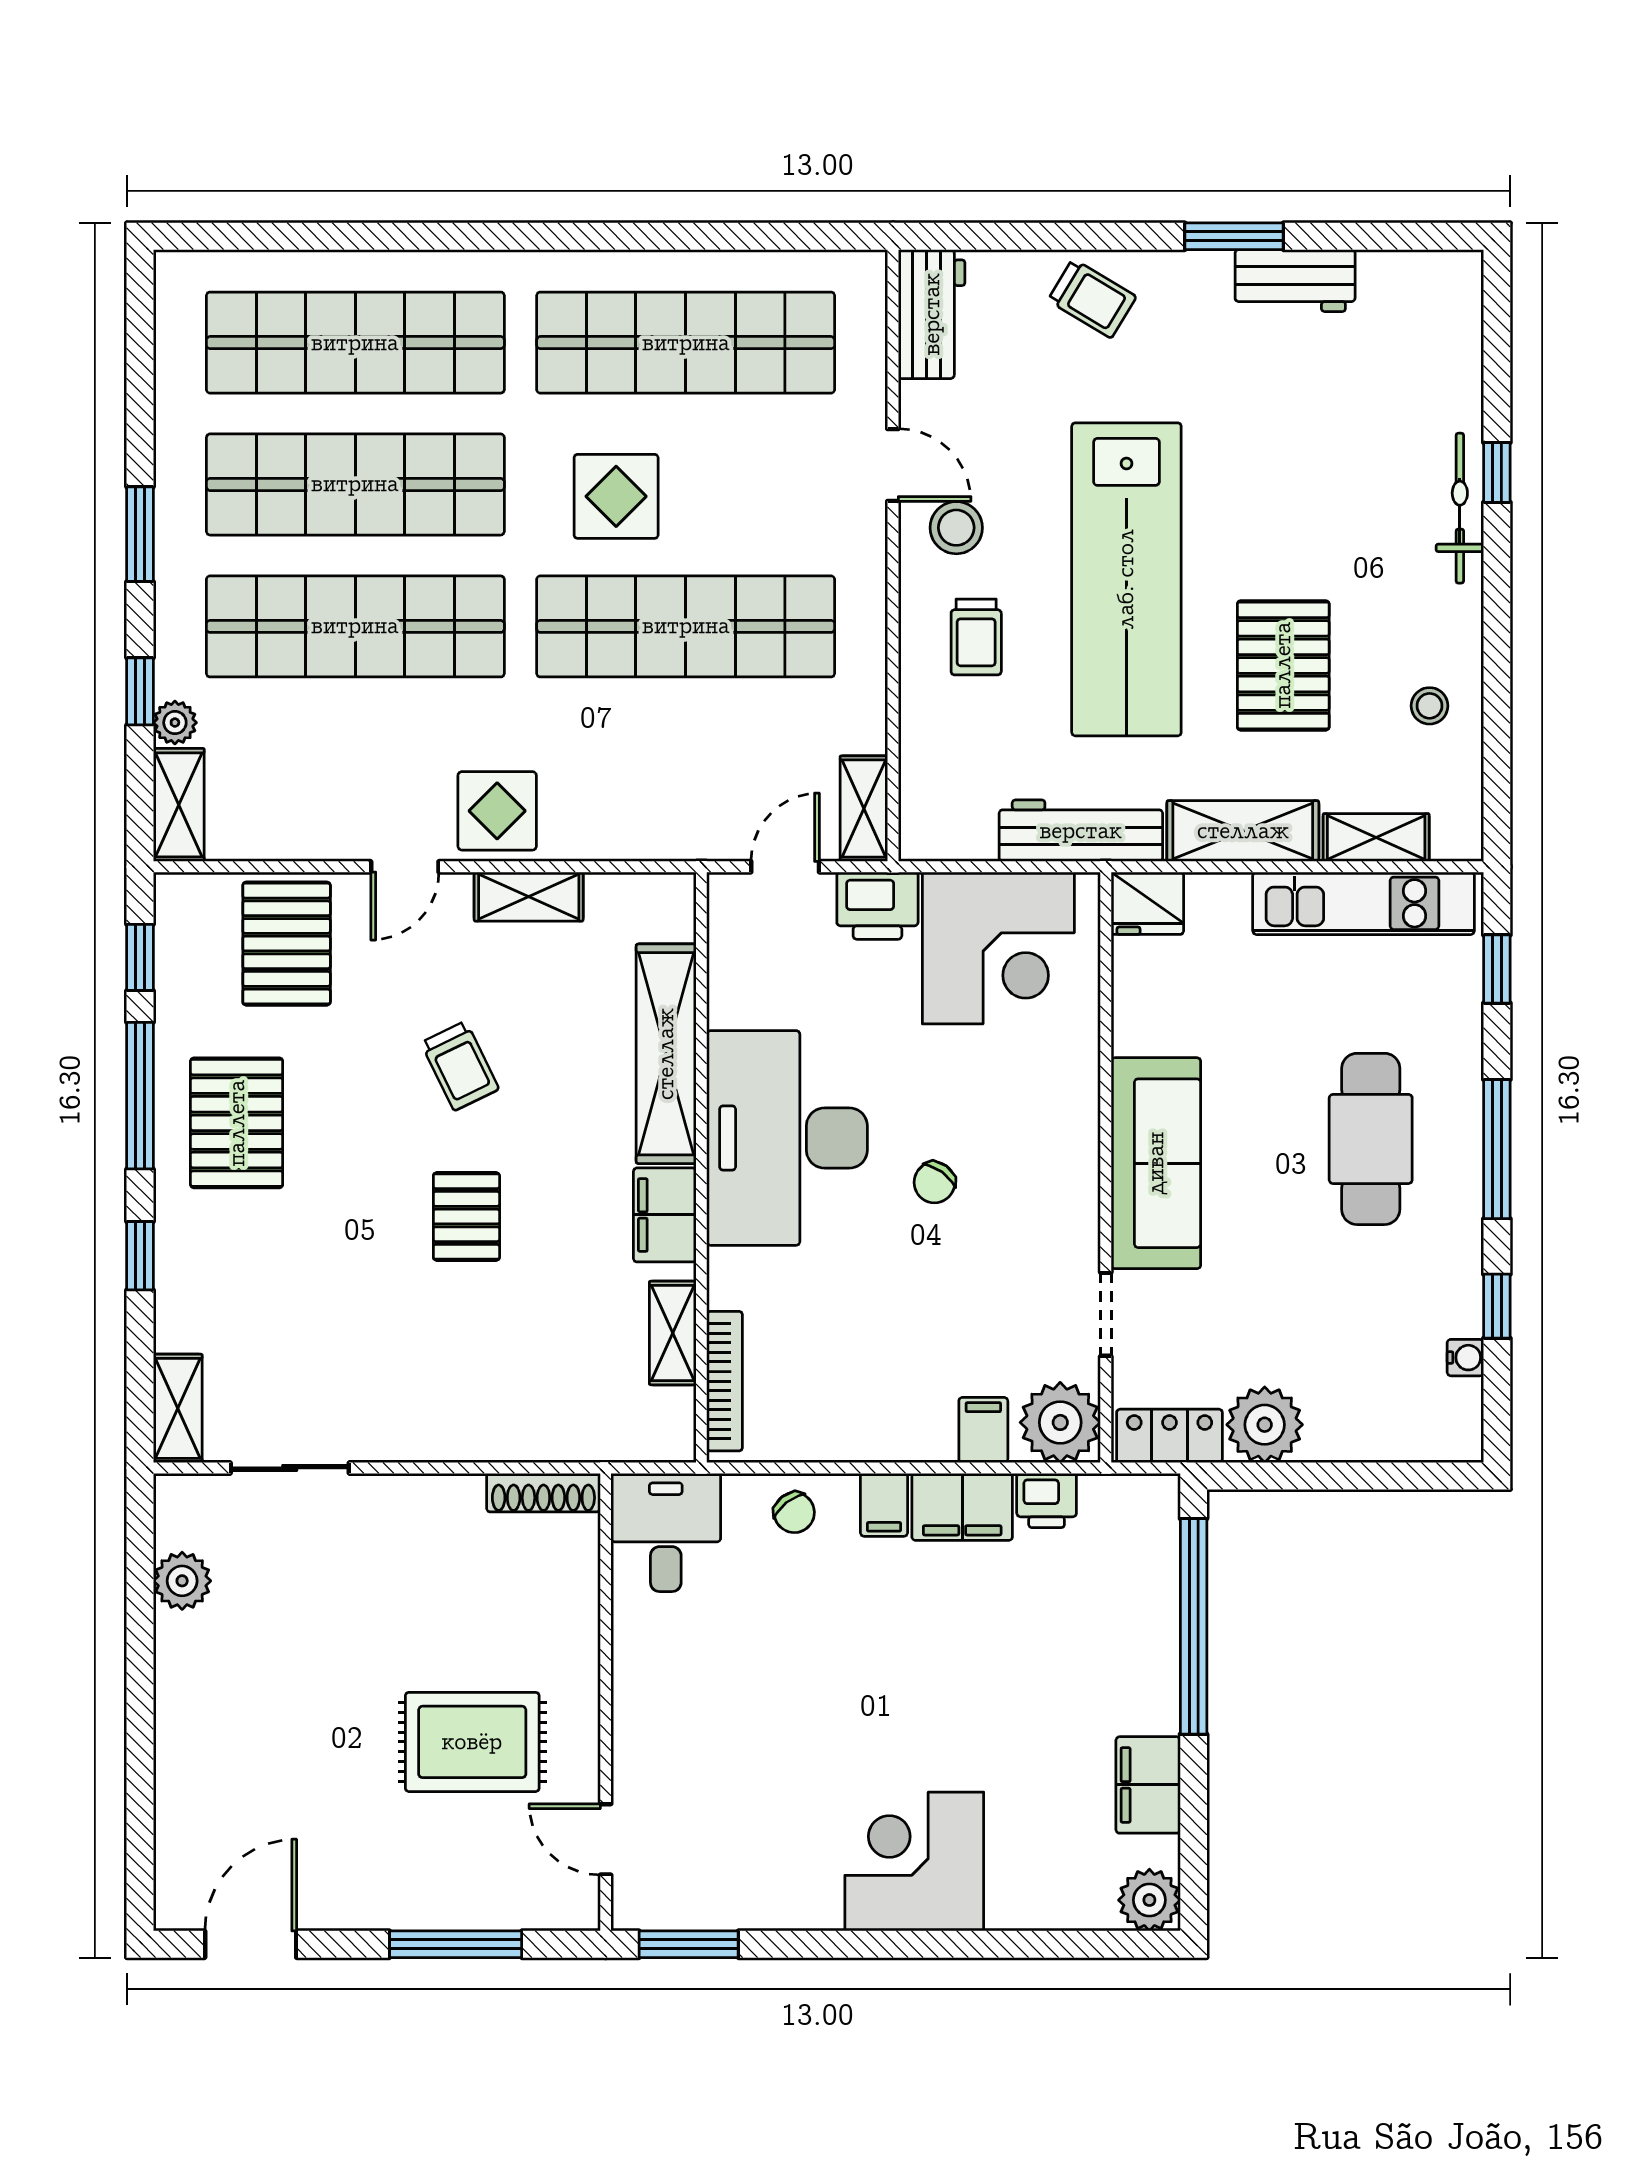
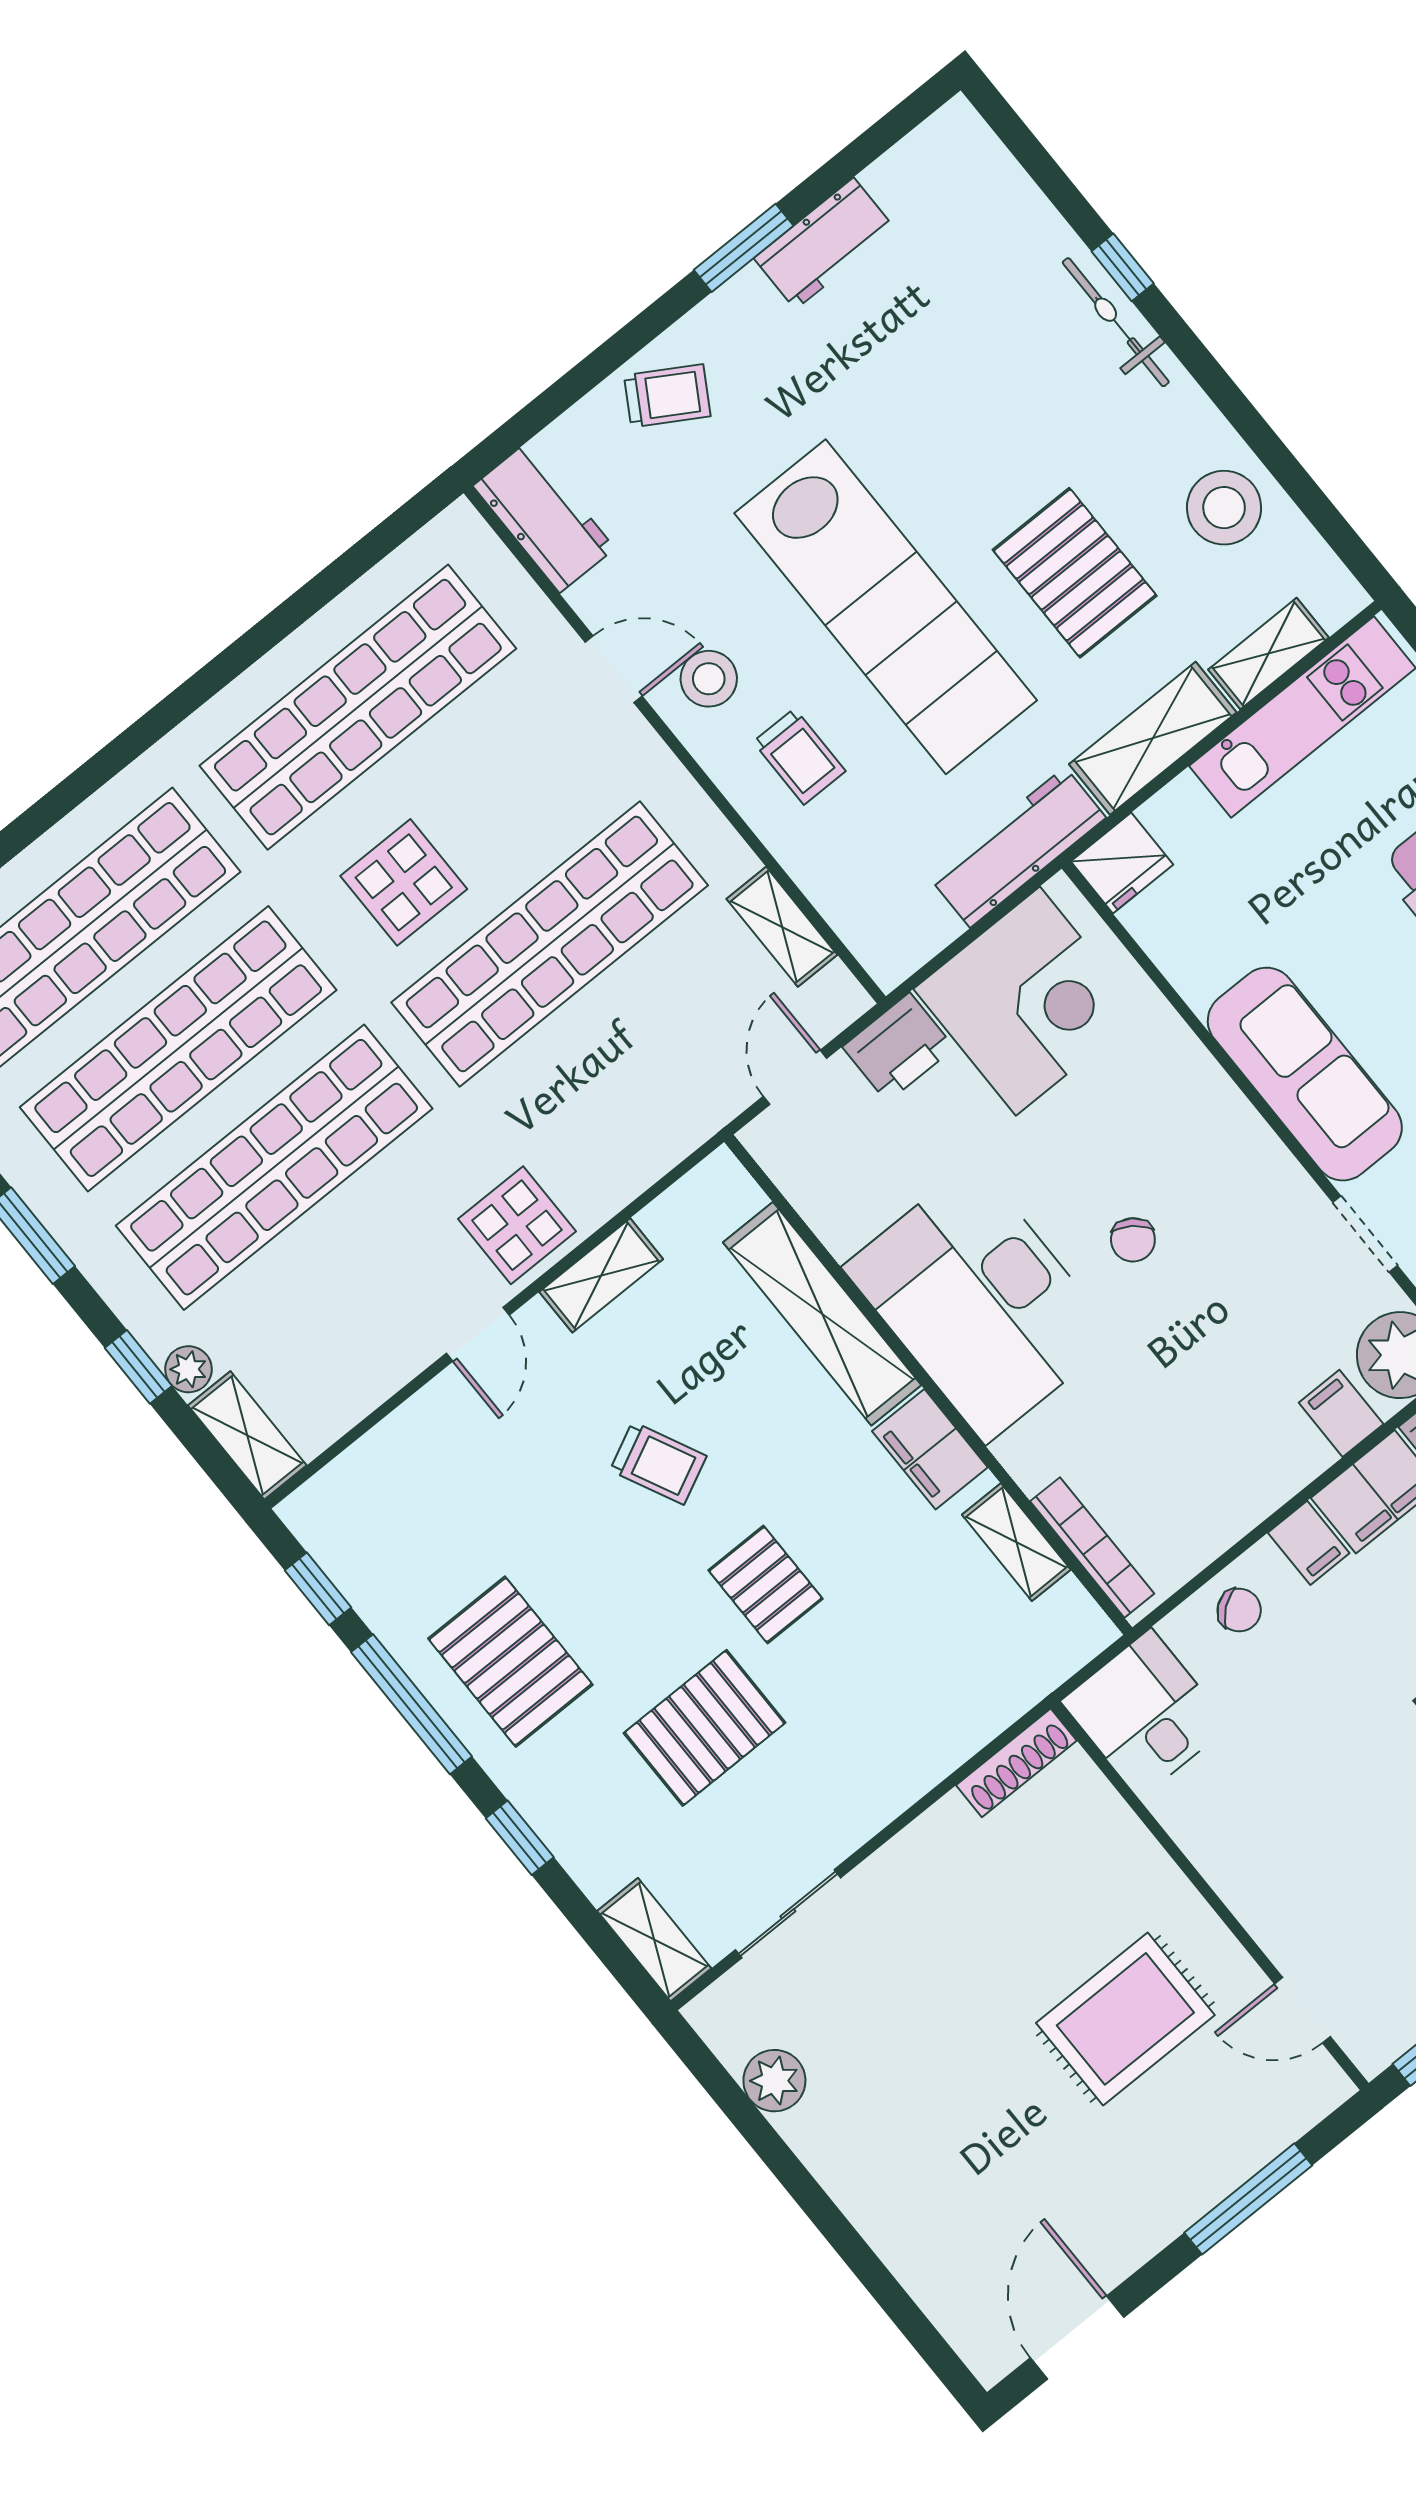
stool: (1430, 706) -> (1224, 508), width x1.89, depth x1.89
shelving: (864, 809) -> (782, 927), moved
pallet: (287, 944) -> (705, 1728), moved, turned 90

